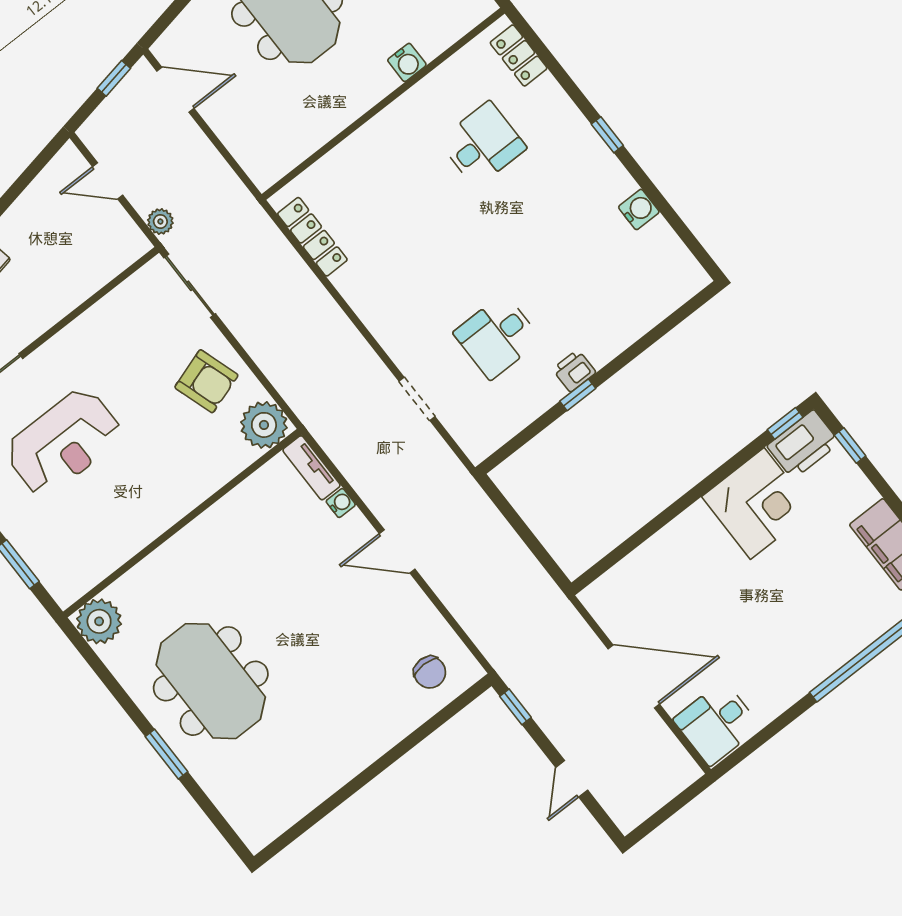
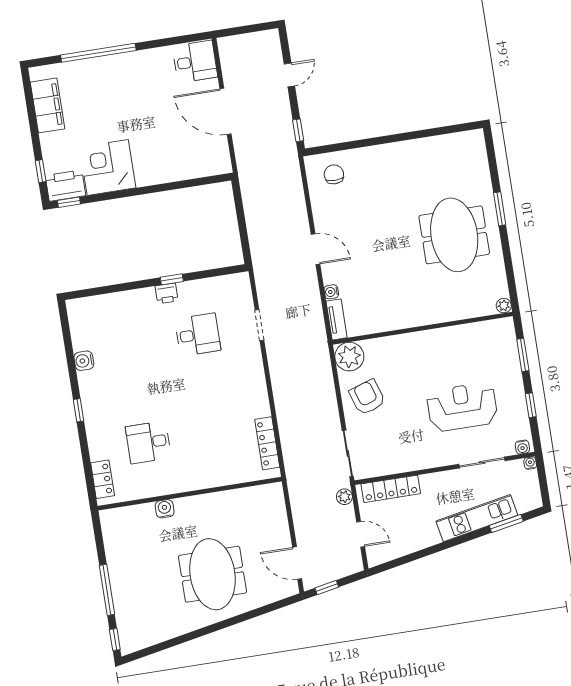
locker: (101, 269) -> (391, 489), added
plant: (99, 621) -> (504, 306), width x0.53, depth x0.53

